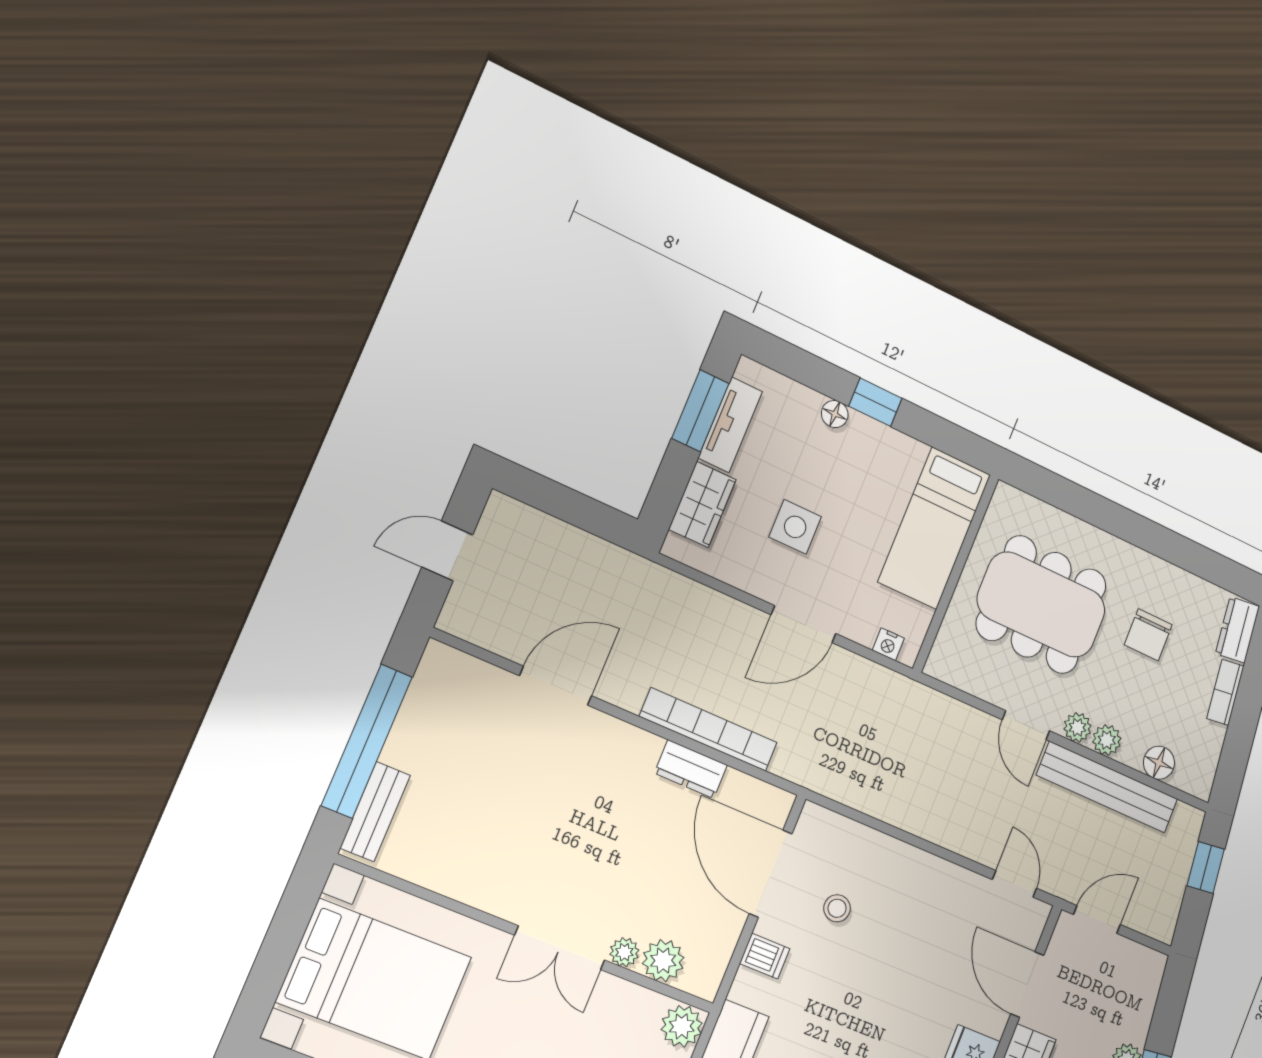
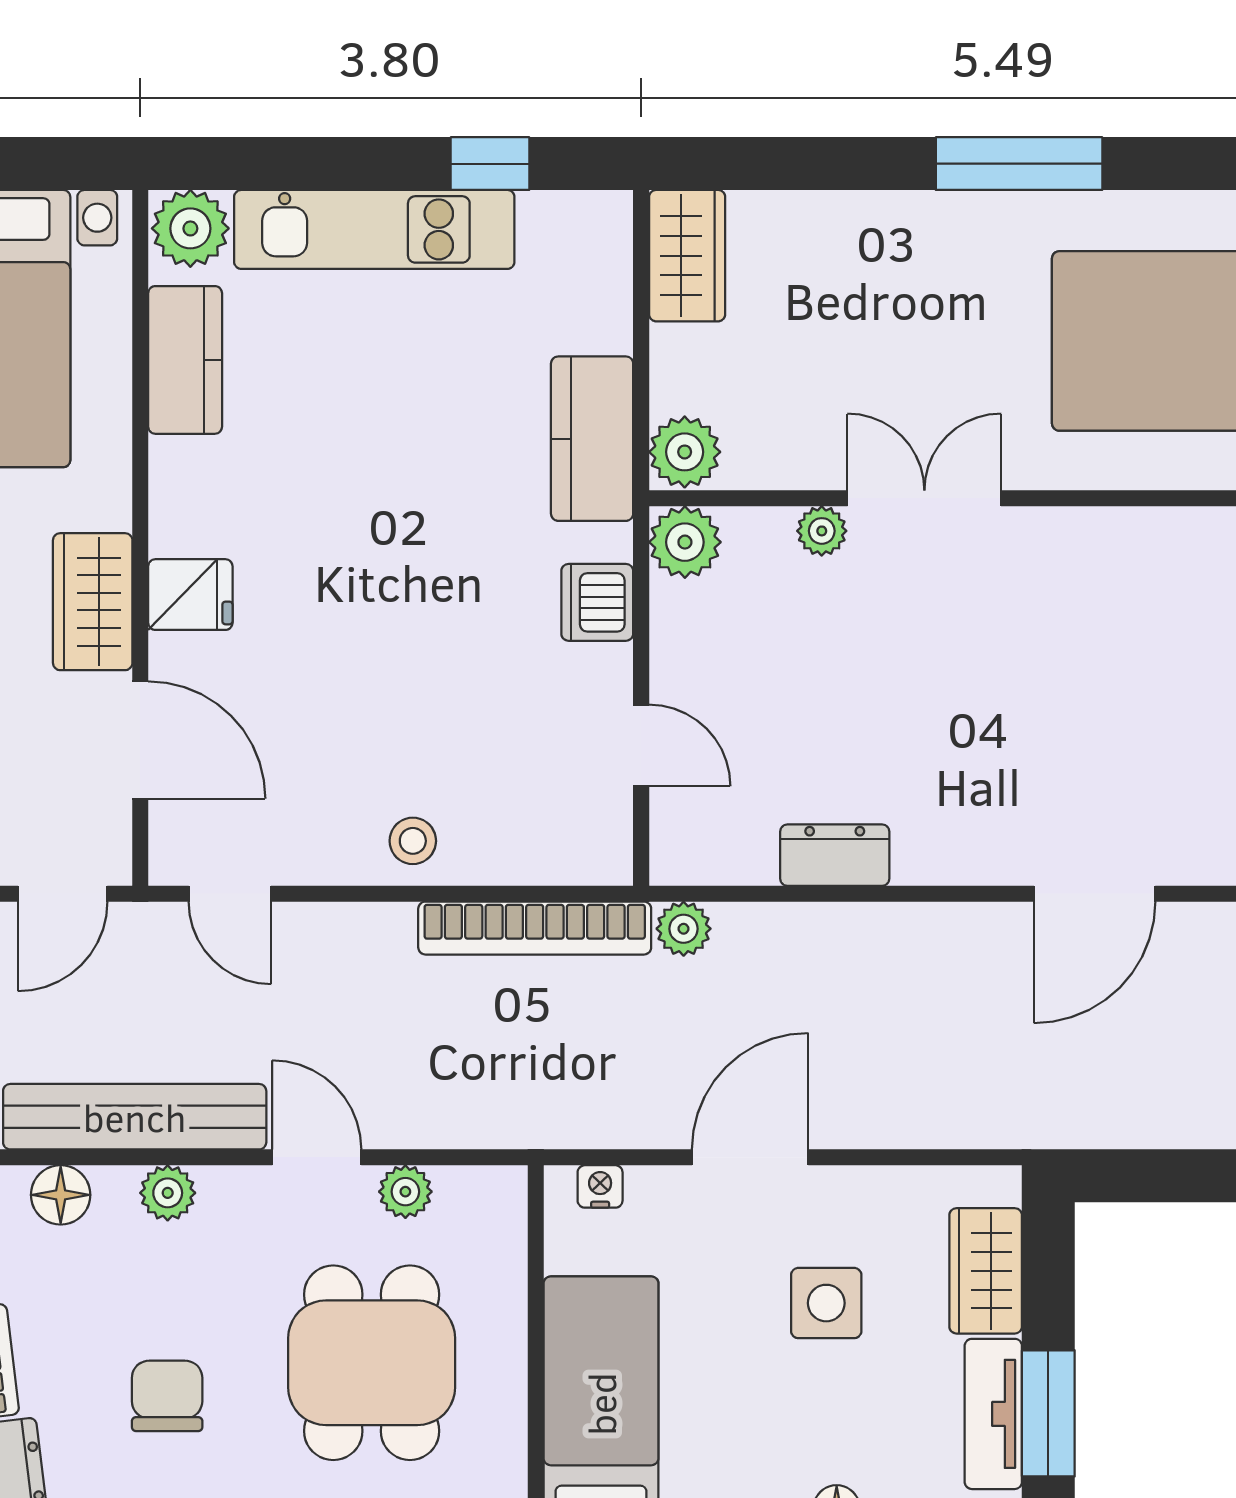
dining table: (1041, 605) -> (372, 1363), width x0.73
plant: (1077, 727) -> (405, 1192), moved
bookcase: (709, 729) -> (535, 928), moved
plant: (789, 764) -> (684, 929), added
door: (771, 874) -> (641, 745), width x0.53
stool: (837, 908) -> (413, 841), moved
dishwasher: (765, 956) -> (597, 602), width x1.38
plant: (663, 961) -> (685, 542), moved

